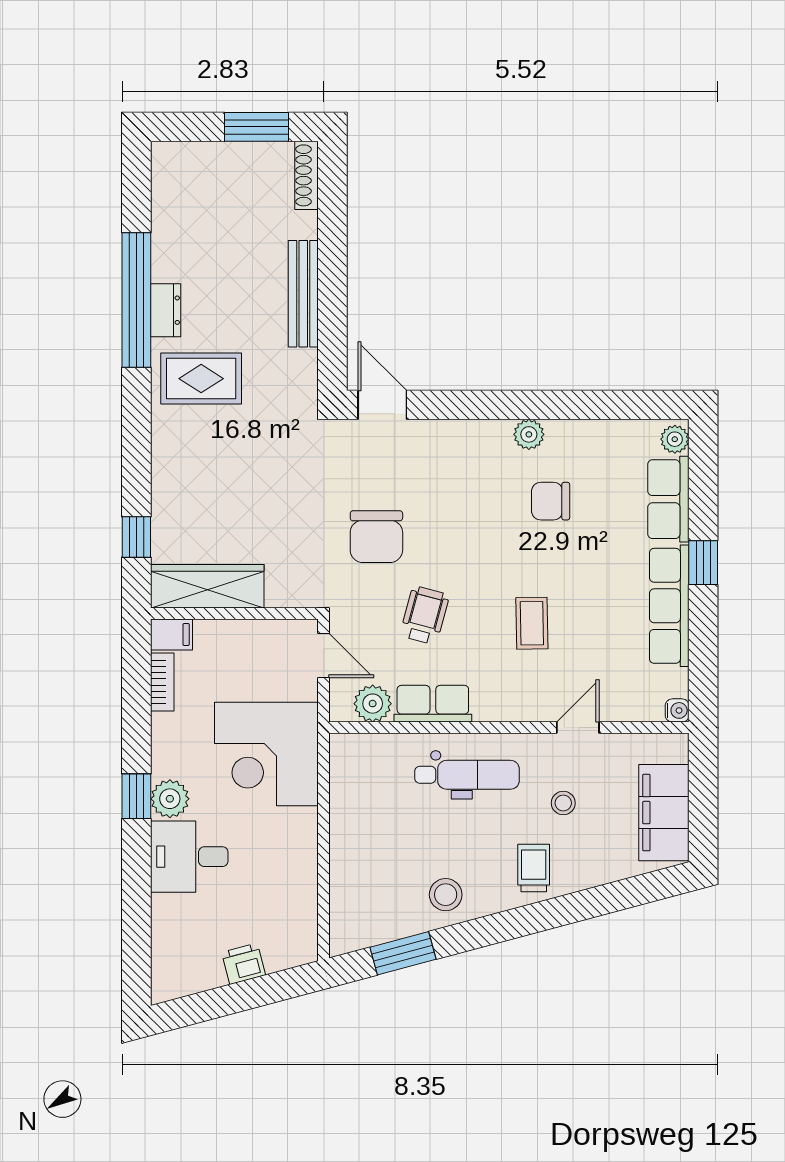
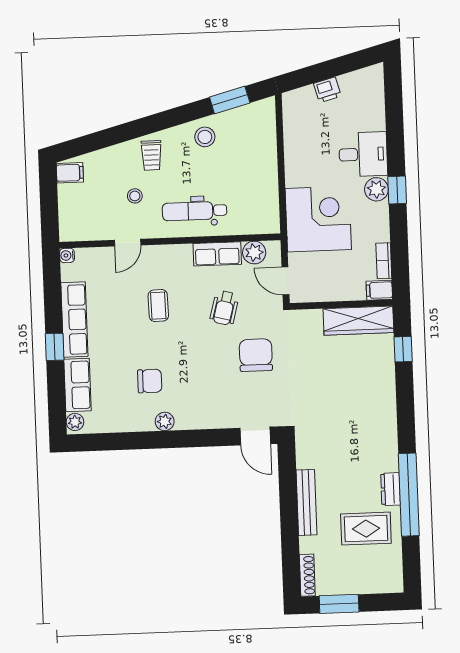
rug: (201, 379) -> (366, 529), moved
filing cabinet: (664, 813) -> (70, 173), width x0.33, depth x0.86

